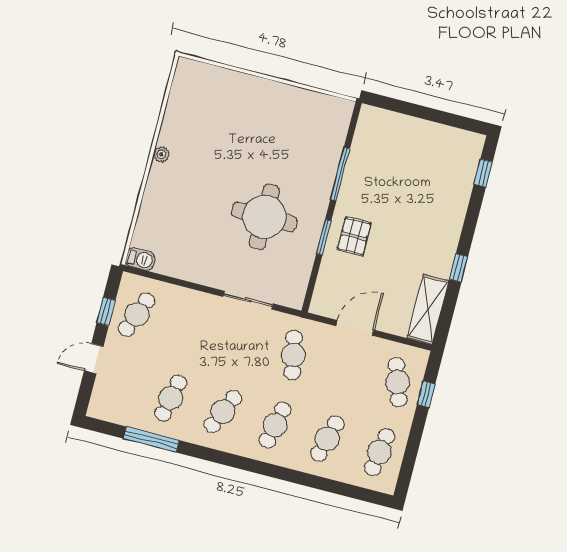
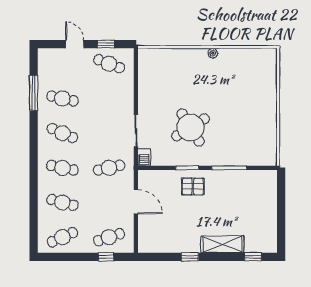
round table: (264, 217) -> (190, 127), turned -32
barbecue: (140, 259) -> (144, 157), moved
shelving: (428, 309) -> (222, 244), moved
cafe table: (380, 452) -> (62, 237), turned -33

